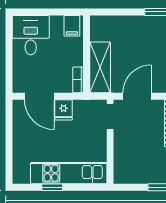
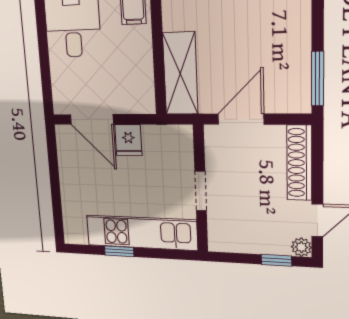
bookcase: (78, 80) -> (147, 94), removed
doorway: (110, 116) -> (201, 191), moved

